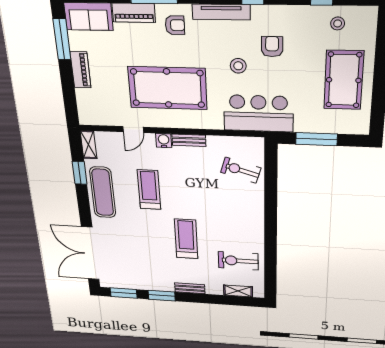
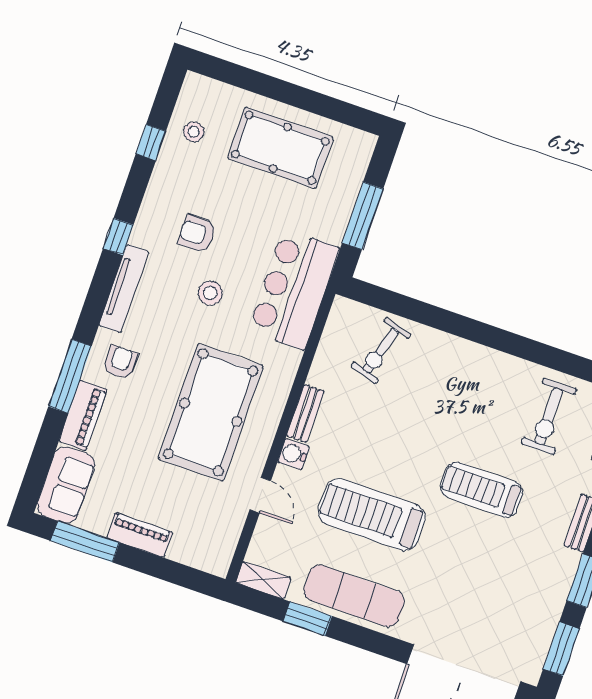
treadmill: (149, 190) -> (372, 515), width x1.37, depth x1.38

